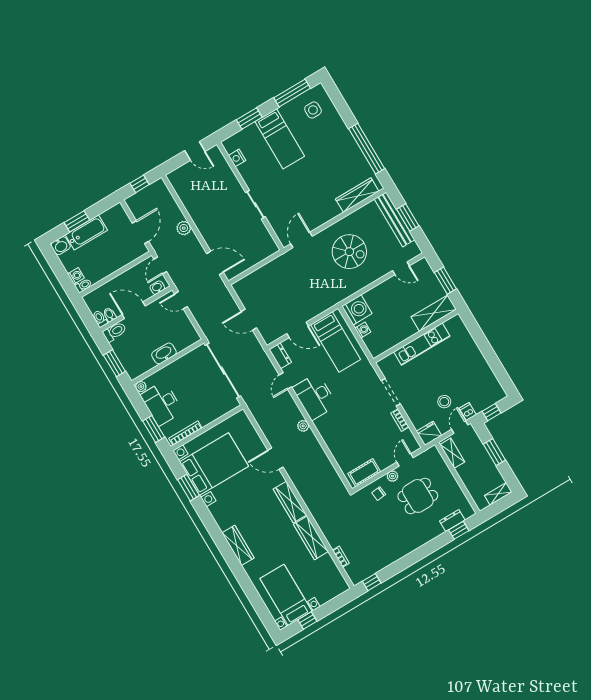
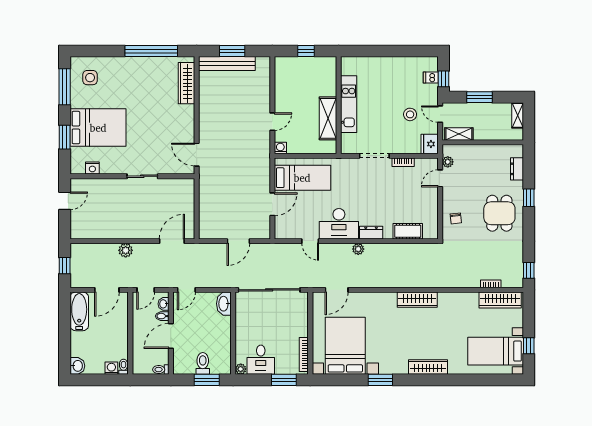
bed: (280, 139) -> (98, 128), width x1.50
window: (77, 221) -> (65, 339), removed
bathtub: (86, 232) -> (79, 311), moved
door: (140, 232) -> (107, 290), swing flipped
spiral stairs: (349, 252) -> (231, 119), removed
door: (160, 265) -> (146, 290), hinge flipped
door: (401, 268) -> (272, 122), moved
window: (445, 281) -> (306, 51), width x0.67
washing machine: (357, 310) -> (280, 148), width x0.53, depth x0.53
shelving: (434, 313) -> (328, 118), moved
bidet: (110, 315) -> (162, 316), moved
washing machine: (363, 330) -> (306, 148), removed
toilet: (115, 332) -> (203, 363), moved
washbasin: (164, 353) -> (224, 304), moved
dresser: (280, 356) -> (371, 233), moved
desk: (162, 403) -> (261, 360), width x0.73
dishwasher: (468, 411) -> (431, 78), moved
door: (275, 459) -> (337, 290), moved
door: (405, 460) -> (440, 178), hinge flipped
cot: (364, 473) -> (408, 231), moved, turned 90
plant: (392, 476) -> (448, 162), moved
window: (189, 488) -> (380, 380), moved
dining table: (418, 496) -> (499, 213), moved
window: (459, 530) -> (529, 198), moved
wardrobe: (311, 538) -> (500, 300), moved

